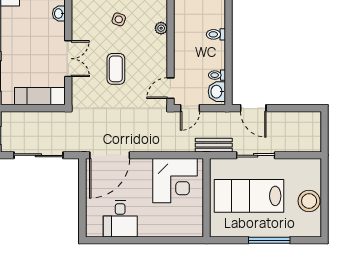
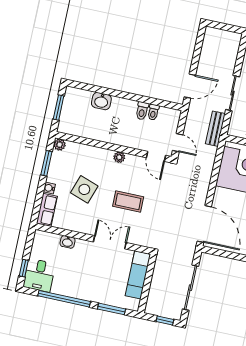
side table: (119, 19) -> (84, 189), width x1.87, depth x1.87
plant: (161, 28) -> (119, 157), moved
toilet: (216, 34) -> (142, 111), moved
washbasin: (217, 92) -> (101, 101), moved

